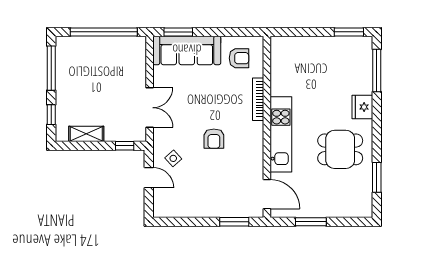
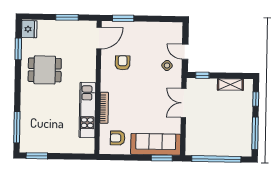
fridge: (362, 107) -> (29, 29), moved
kitchen unit: (281, 134) -> (87, 110), moved
armchair: (214, 139) -> (123, 63), moved
door: (267, 194) -> (99, 38), swing flipped

